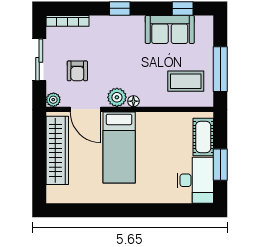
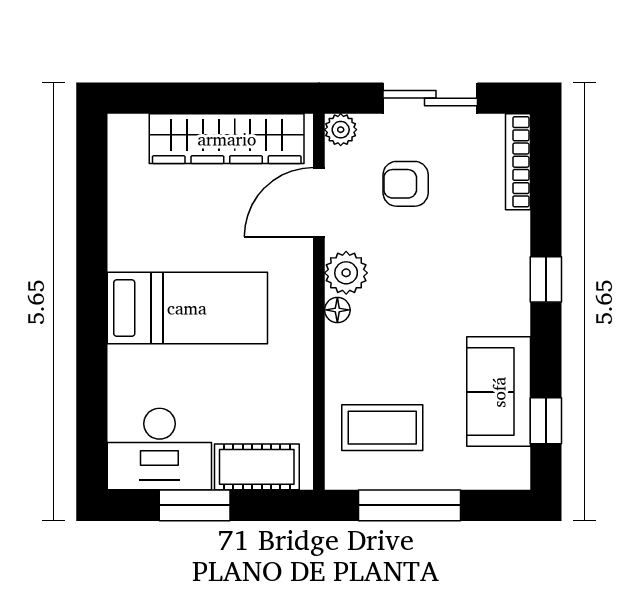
coffee table: (186, 81) -> (382, 428), turned 90
bed: (119, 148) -> (187, 308), moved, turned 180

